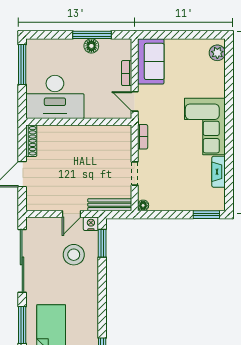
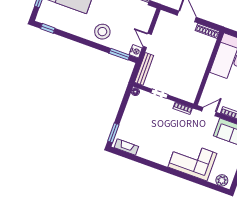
corner sofa: (205, 127) -> (192, 160), moved
fireplace: (219, 172) -> (126, 147), moved
stool: (74, 255) -> (102, 32), moved

